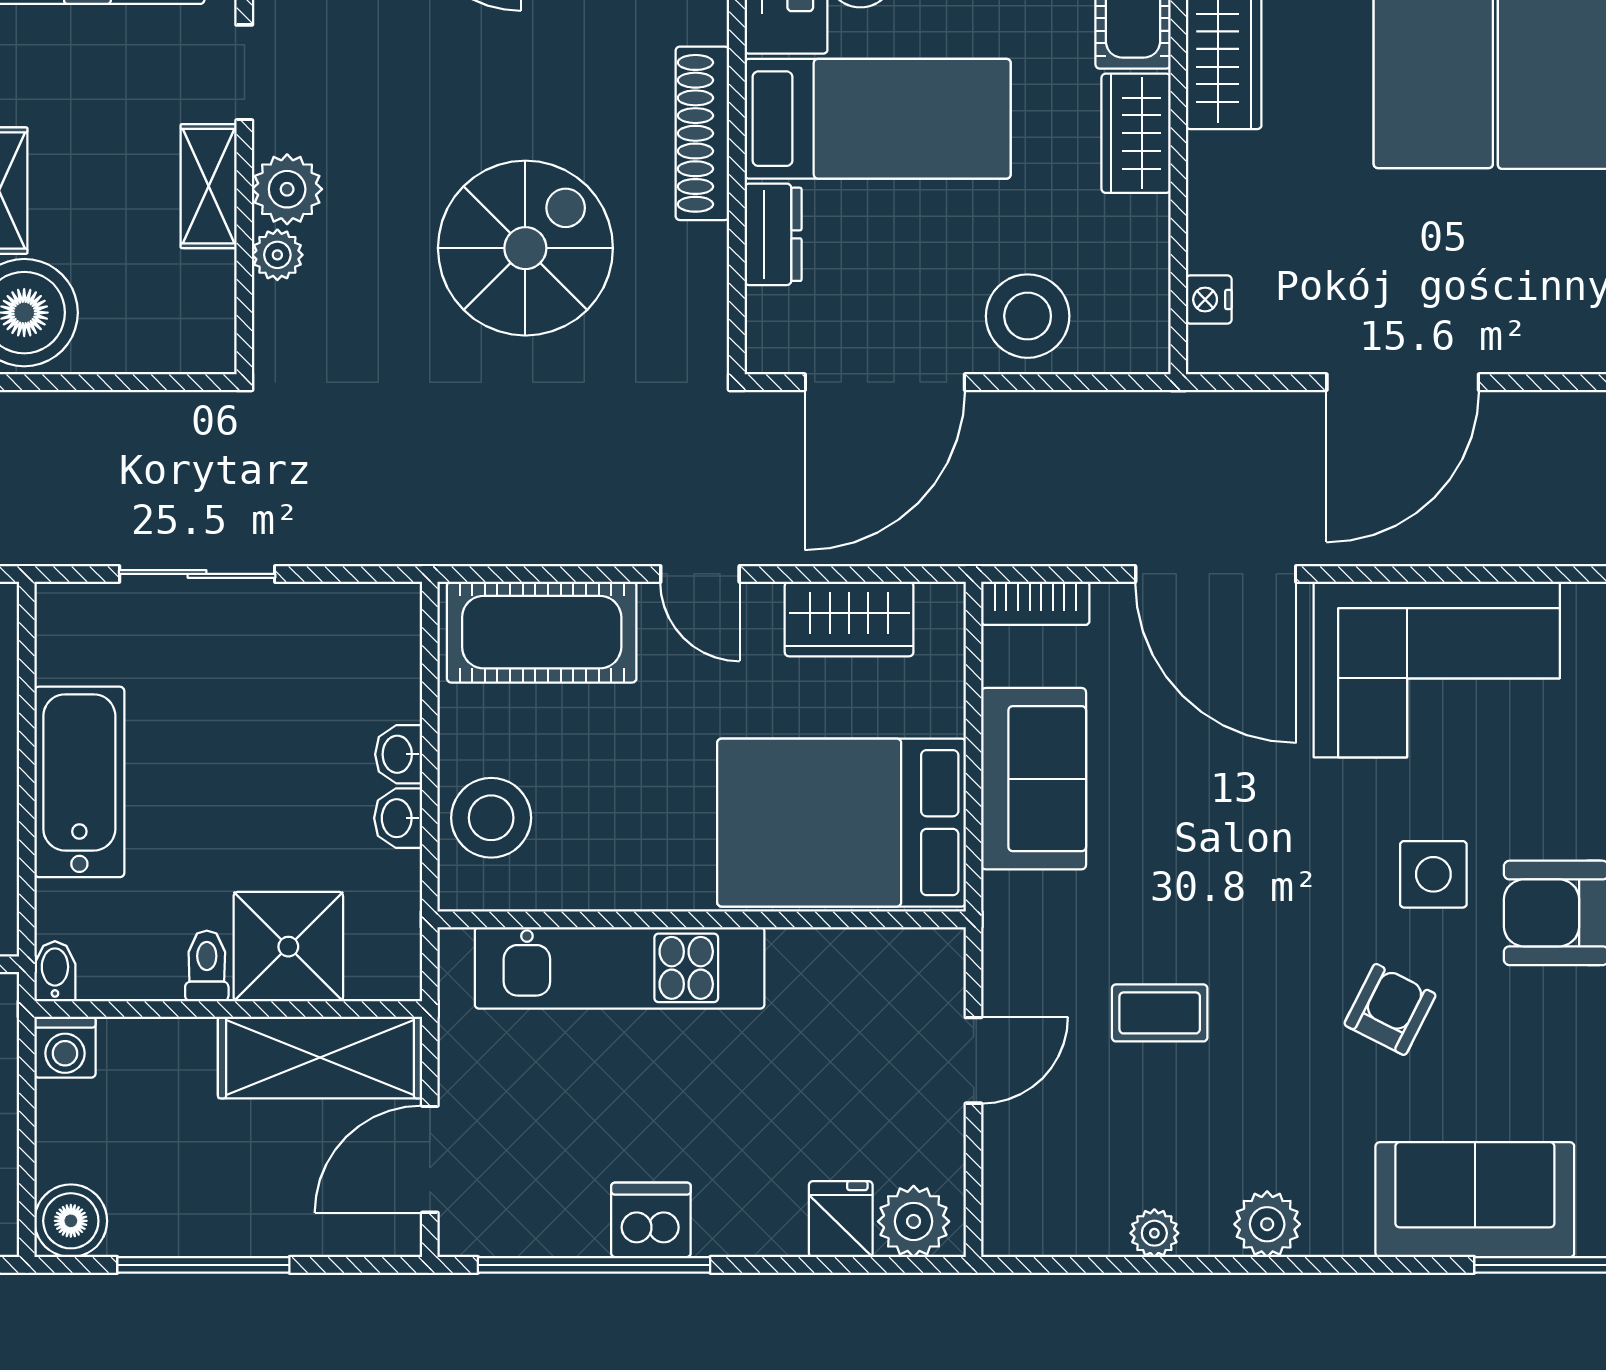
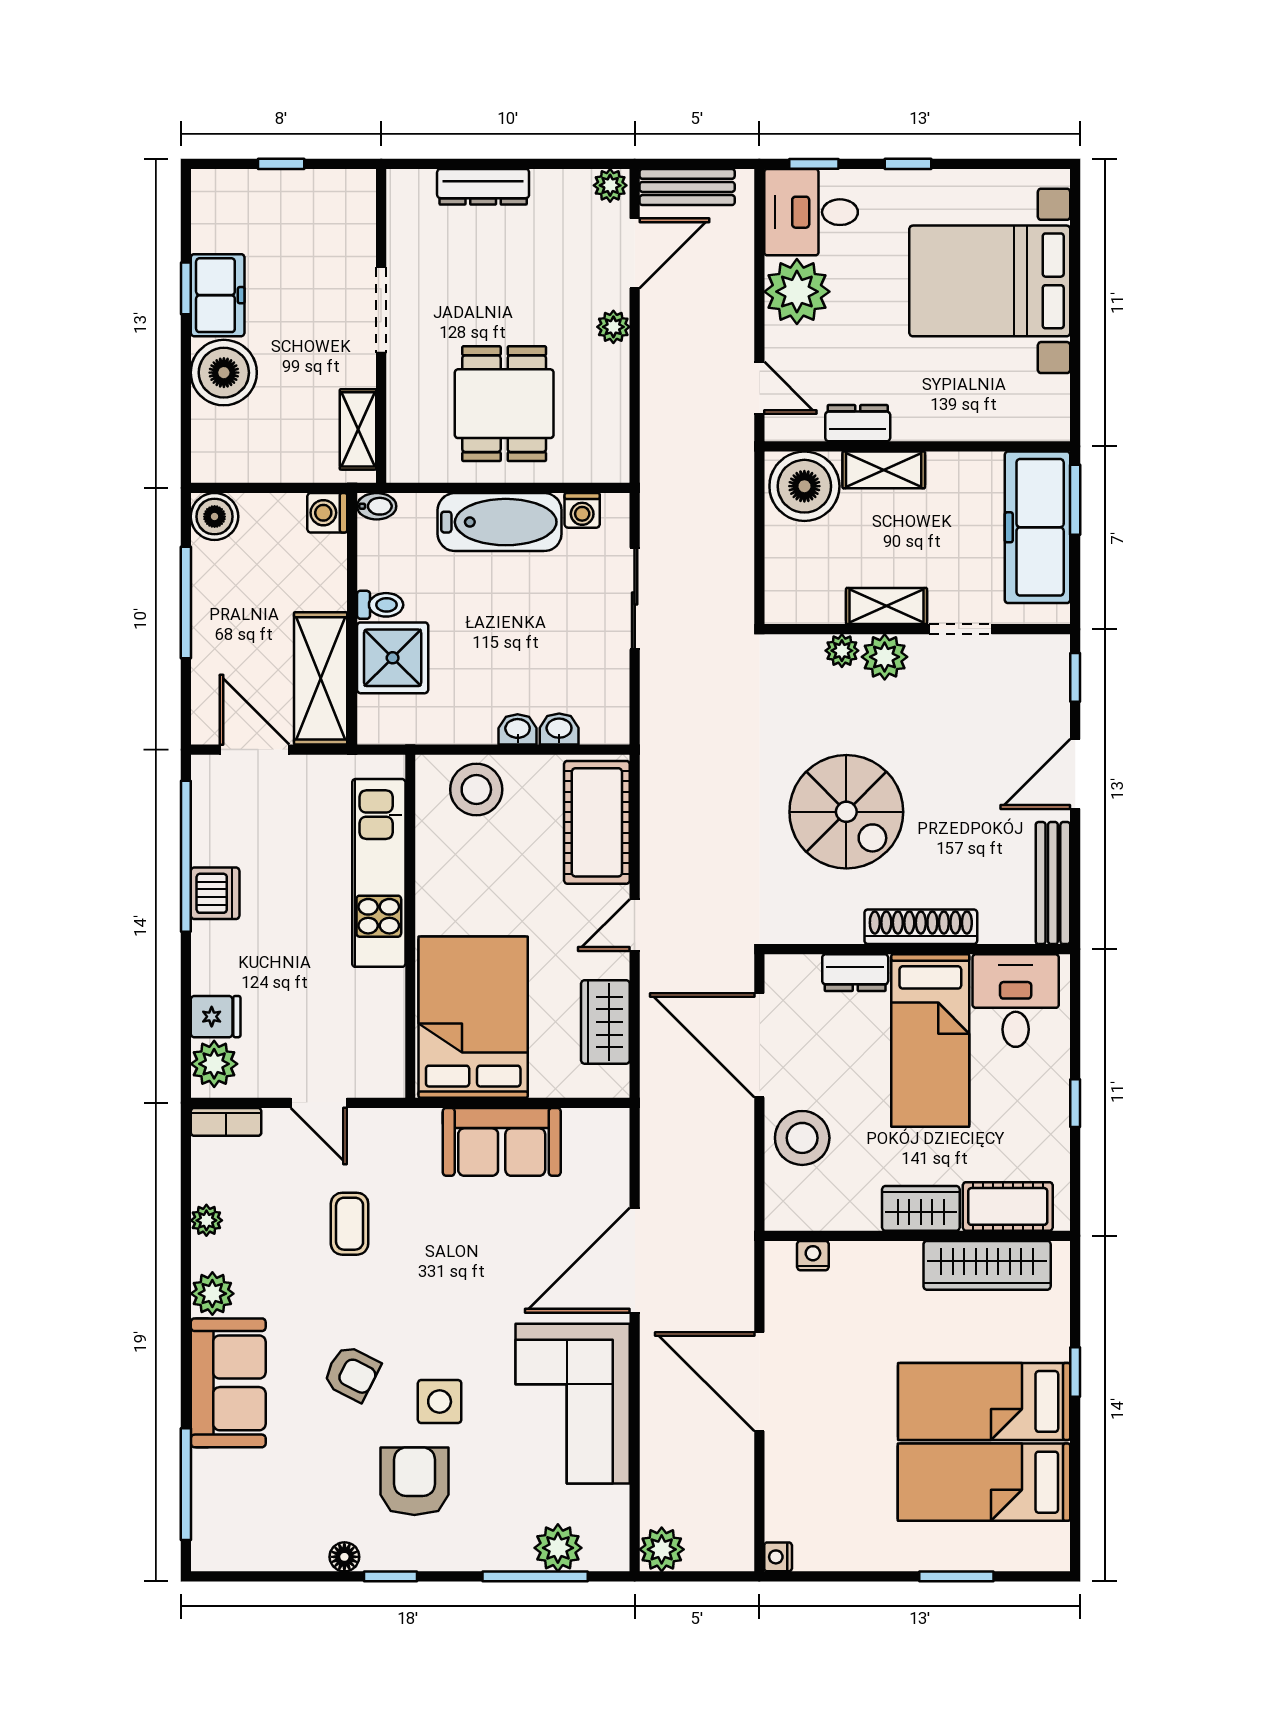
bookcase: (1035, 603) -> (226, 1122), moved, turned -90
washing machine: (61, 655) -> (582, 510), added
washbasin: (398, 818) -> (559, 729), moved
sofa: (1475, 1200) -> (228, 1383), moved

